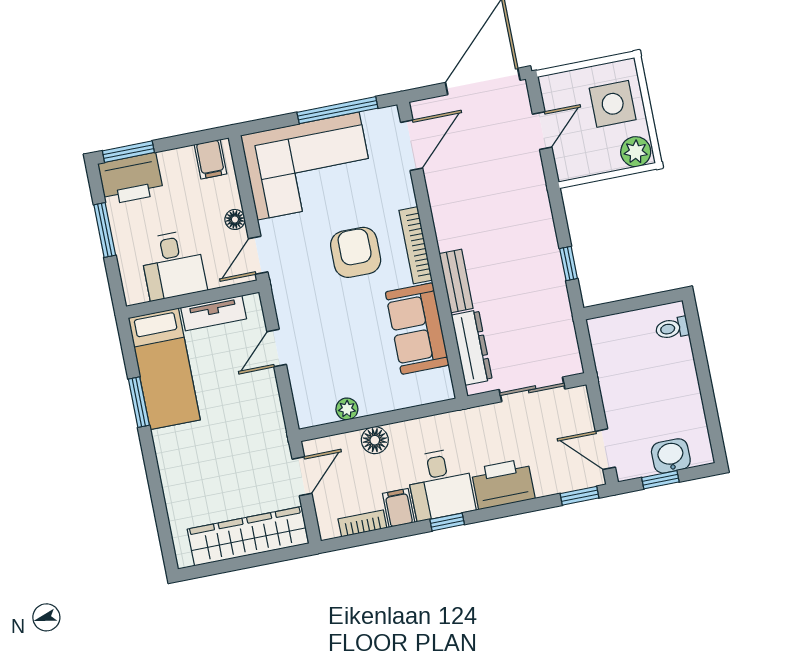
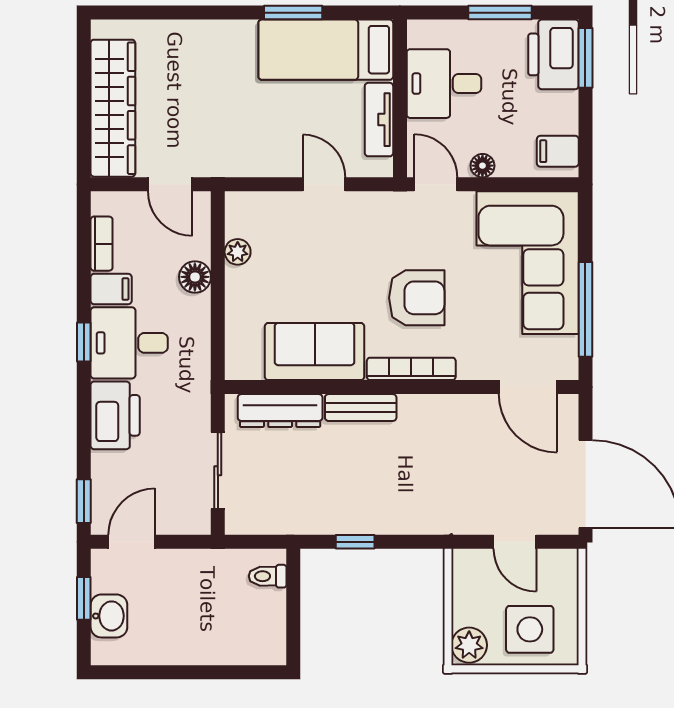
toilet: (672, 328) -> (268, 576), moved, turned -90

